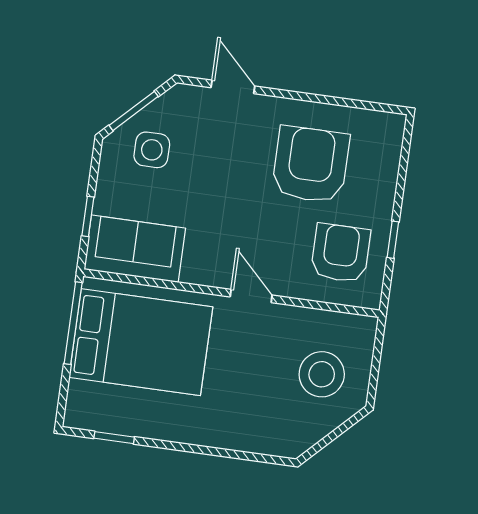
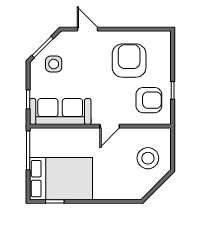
sofa: (135, 249) -> (60, 111), width x1.36
armchair: (341, 253) -> (149, 100), turned 90
door: (251, 296) -> (110, 126), swing flipped
bed: (141, 342) -> (61, 179), moved

